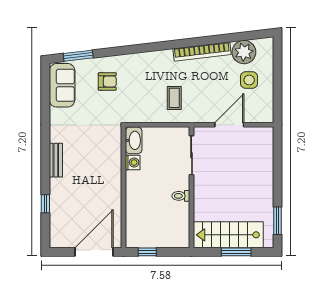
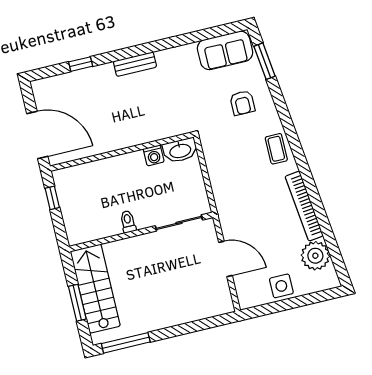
side table: (249, 80) -> (281, 286), moved
coffee table: (174, 98) -> (276, 149), moved, turned 90
window: (278, 221) -> (126, 343), width x1.44

